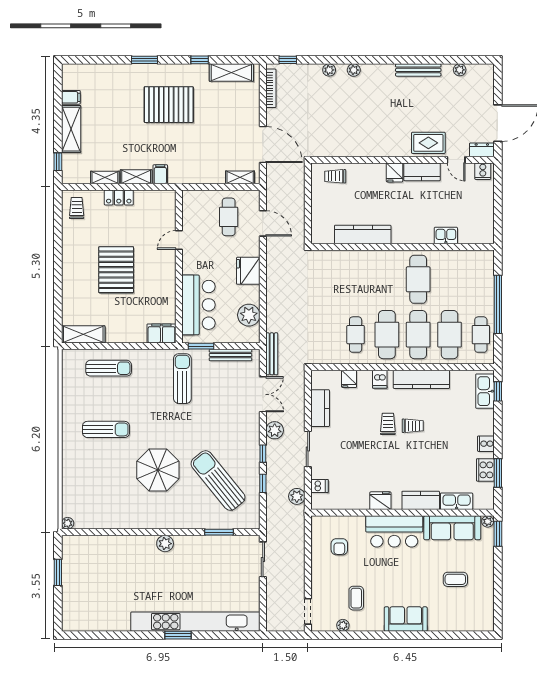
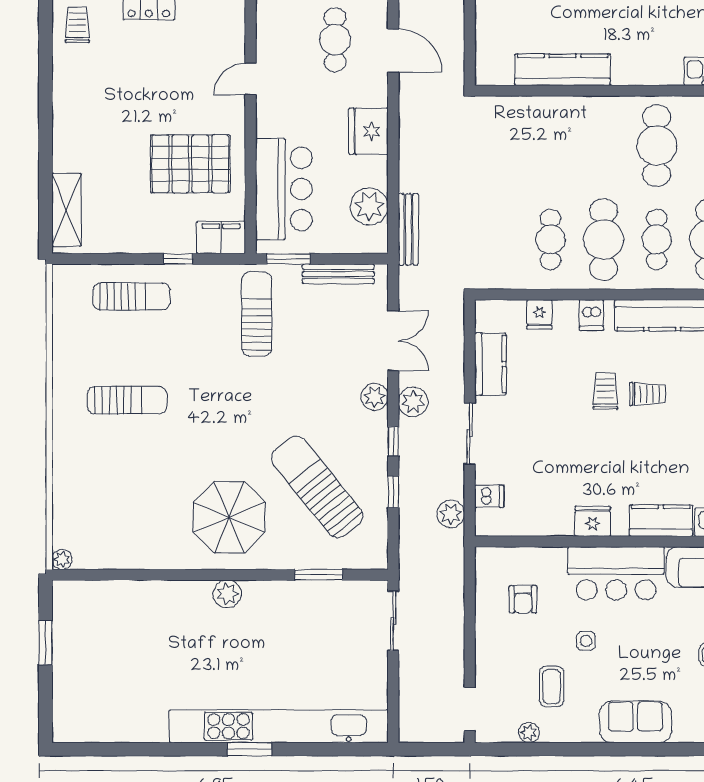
pallet: (116, 270) -> (190, 164), moved, turned 90
shelving: (83, 334) -> (66, 210), moved, turned 90
cafe table: (418, 335) -> (657, 239), width x0.73, depth x0.74
window: (136, 346) -> (178, 259), added
bench: (272, 354) -> (408, 229), moved
plant: (252, 427) -> (375, 397), added
parasol: (158, 470) -> (229, 517), moved
side table: (377, 571) -> (586, 641), added

